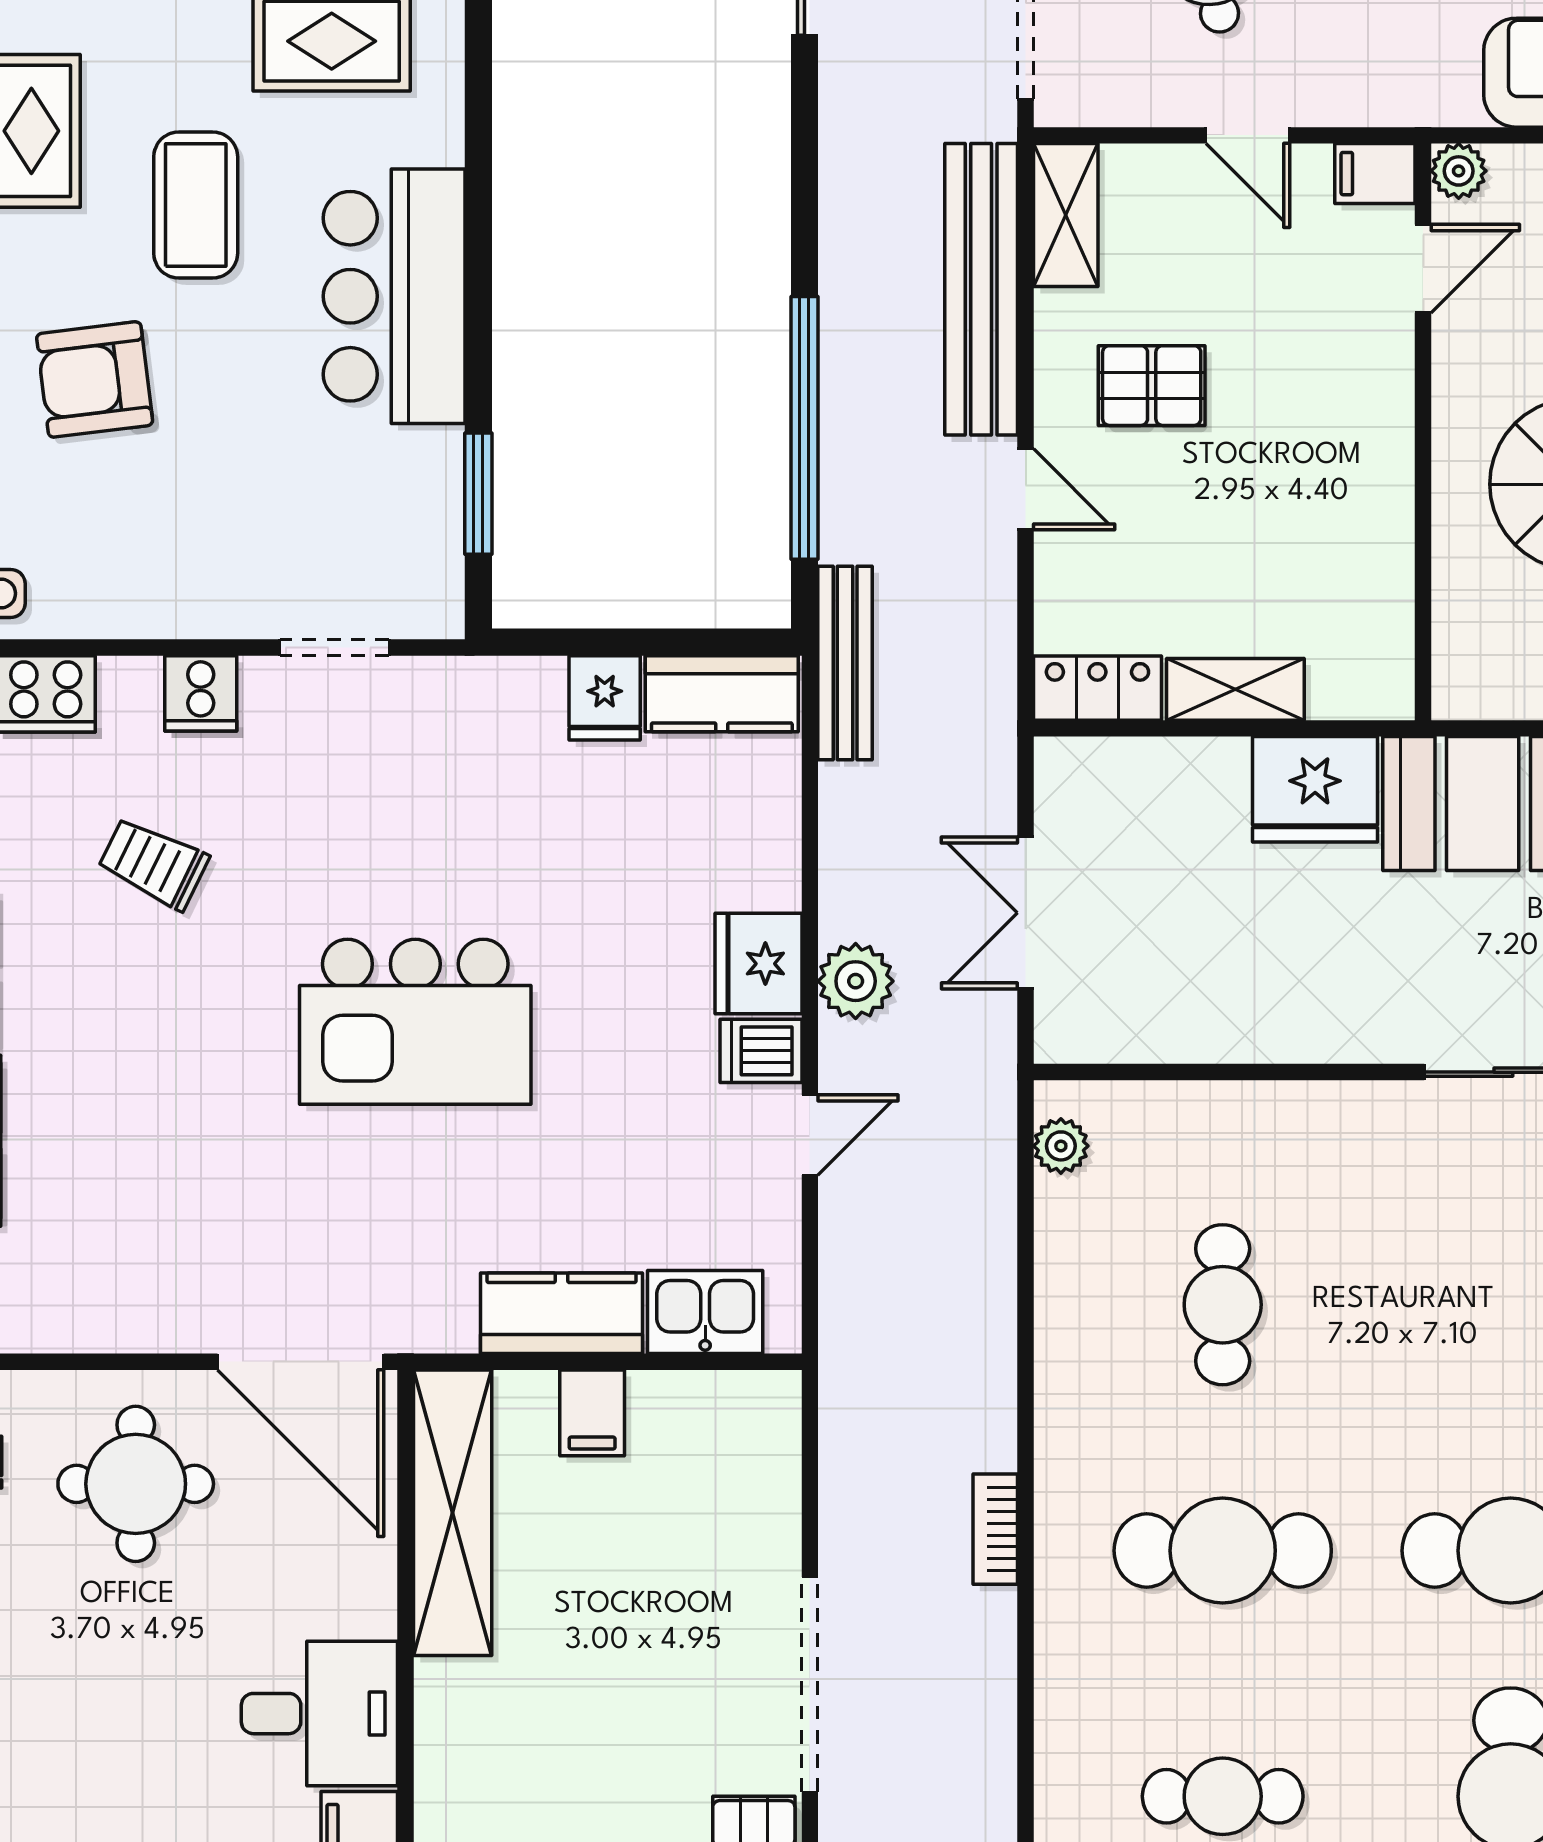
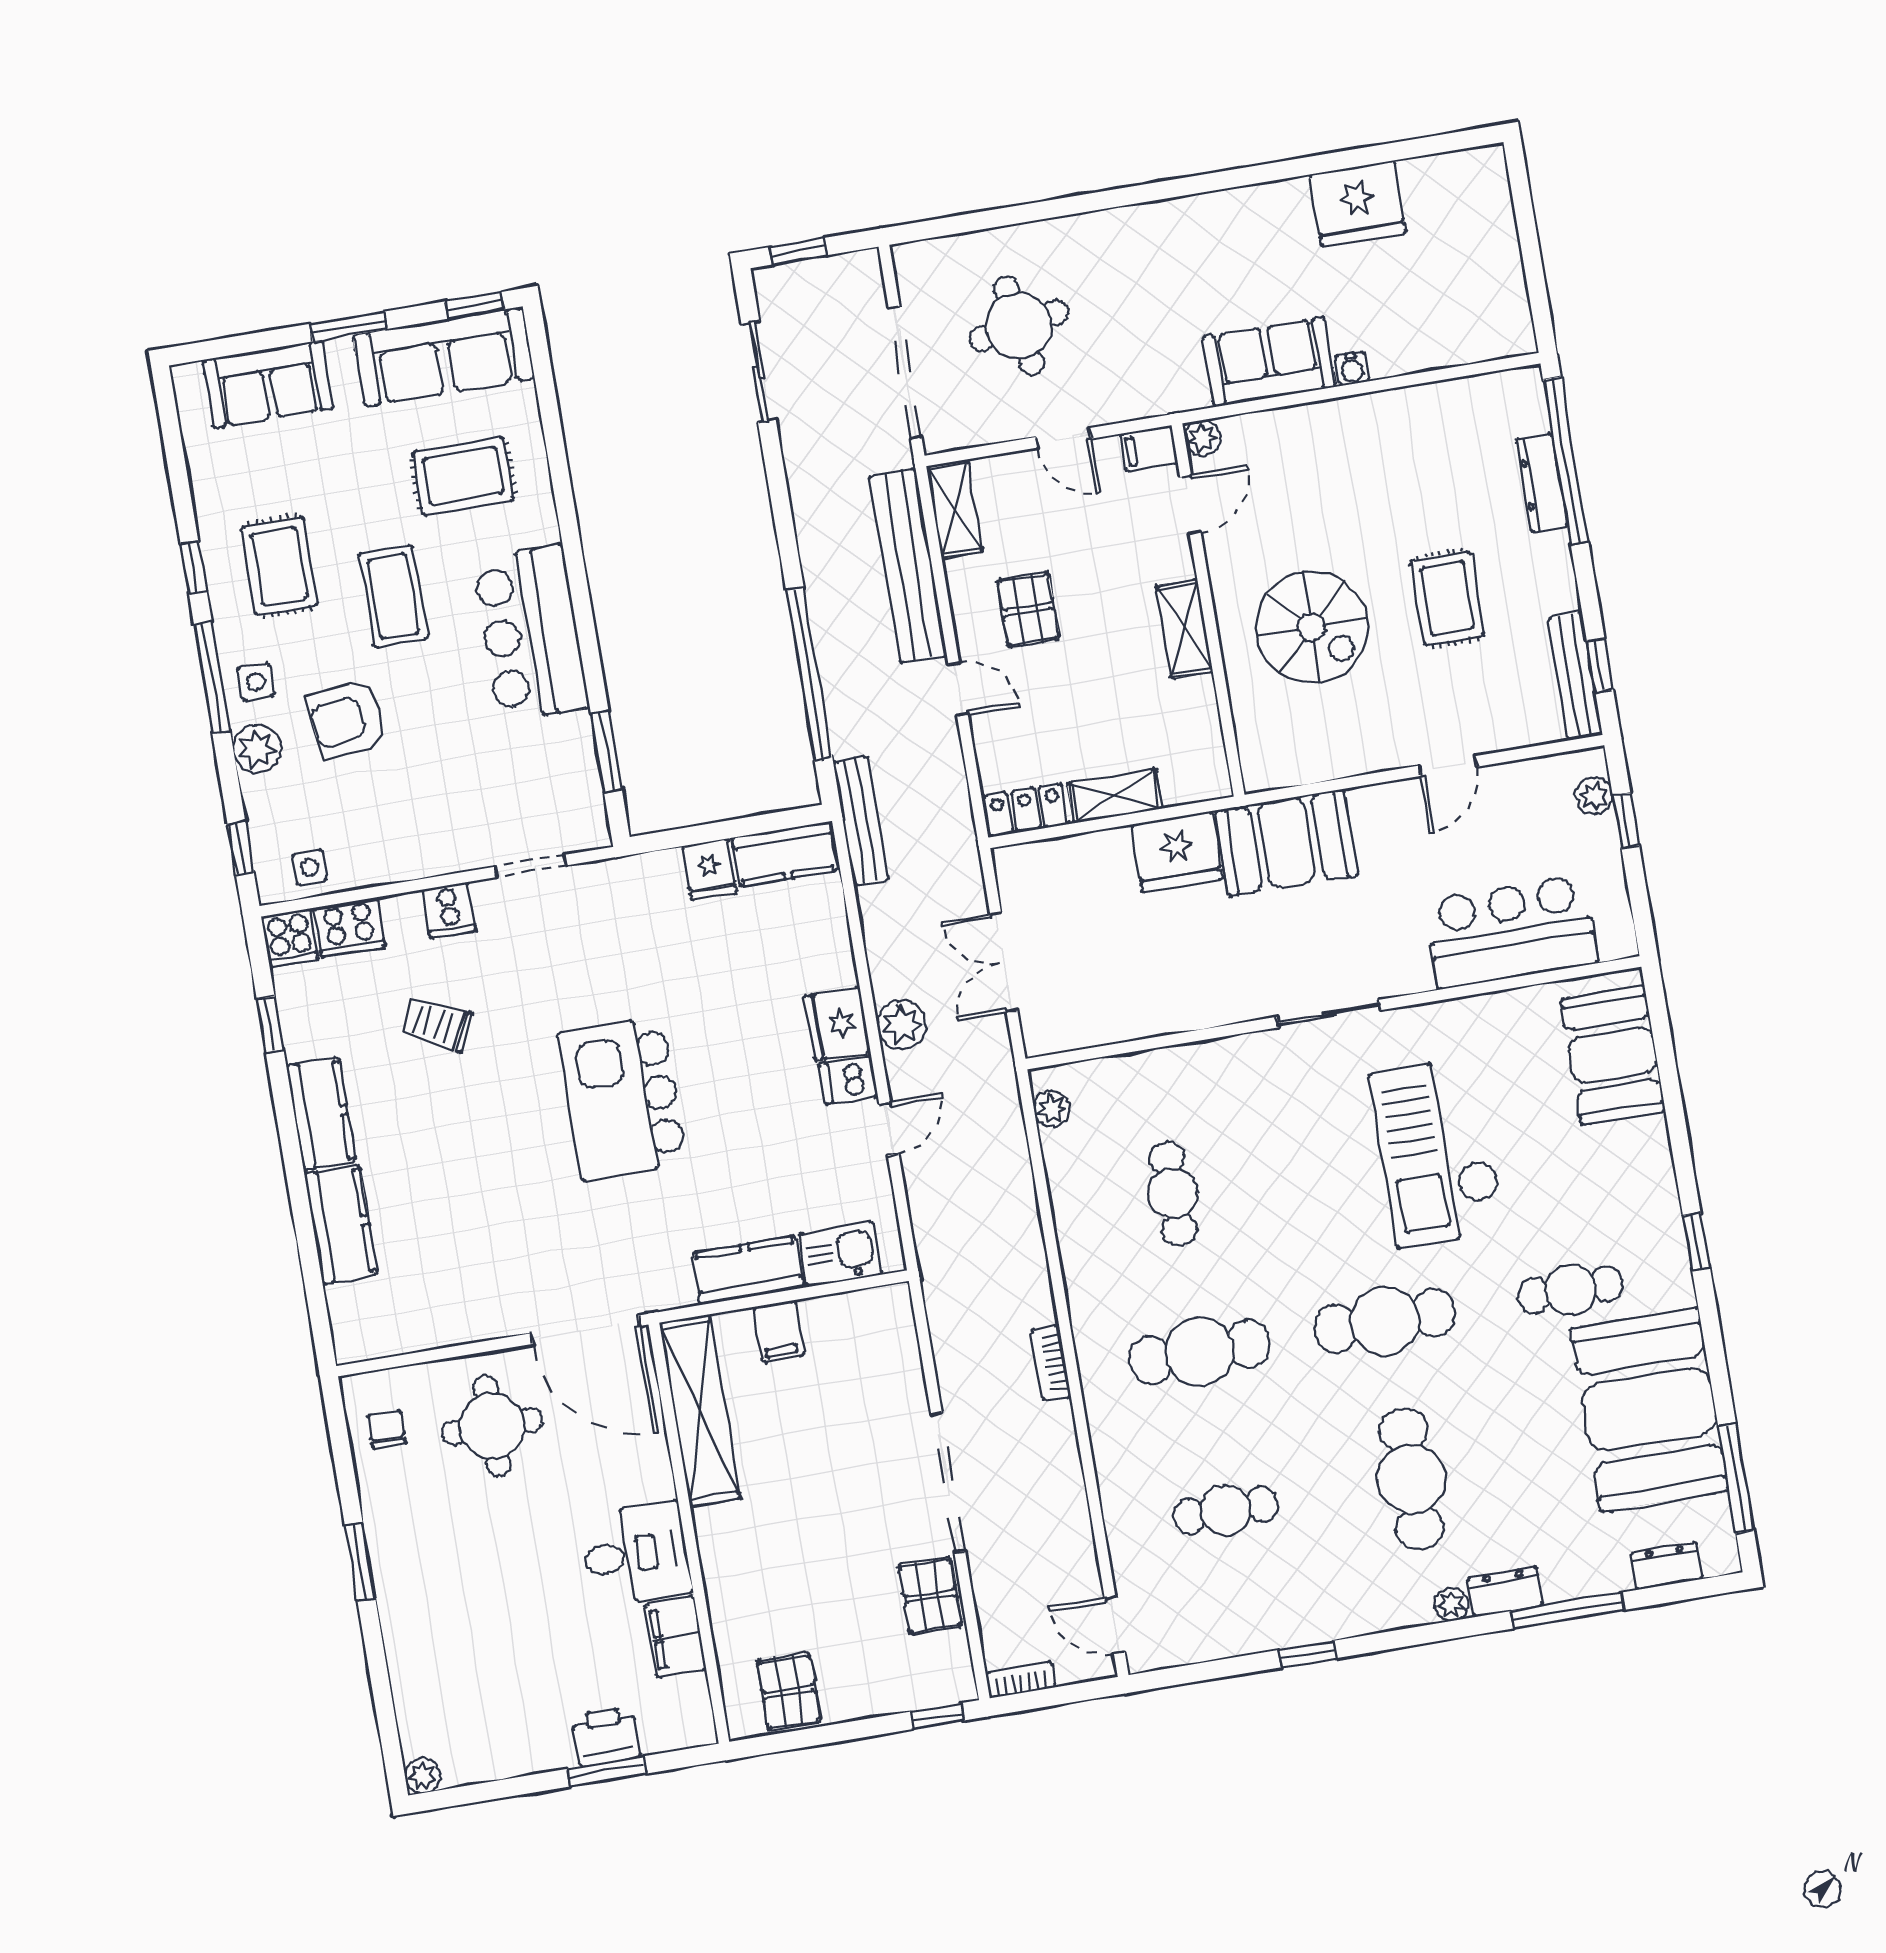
pallet: (1152, 386) -> (1028, 609), turned 90
shelving: (1383, 454) -> (1184, 629), added
kitchen island: (415, 1022) -> (623, 1098), turned 90

